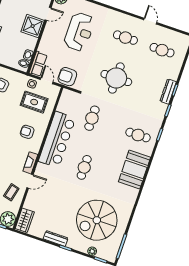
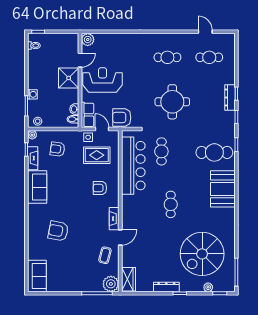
door: (150, 21) -> (205, 32), moved
reception desk: (79, 32) -> (102, 80), moved, turned -90
cafe table: (138, 135) -> (214, 152), width x1.37, depth x1.35
bar counter: (57, 140) -> (133, 166), moved

